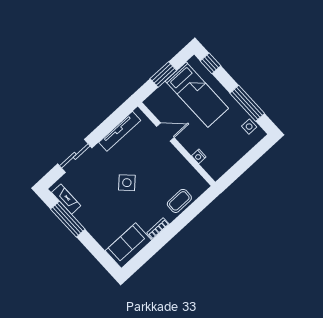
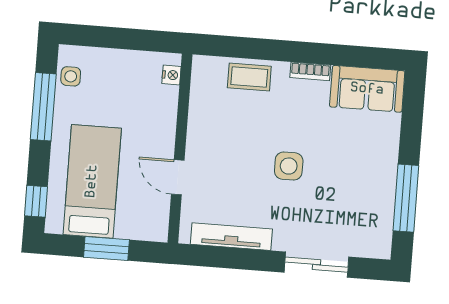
nightstand: (199, 156) -> (171, 75), moved
side table: (127, 183) -> (289, 166), turned 45
fireplace: (66, 199) -> (382, 224), removed

